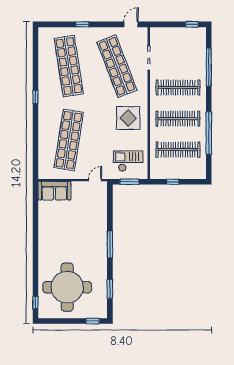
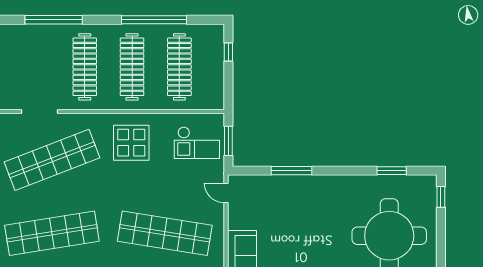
checkout: (128, 161) -> (197, 143), turned -90
window: (173, 182) -> (228, 52), moved
window: (110, 244) -> (291, 171), moved

